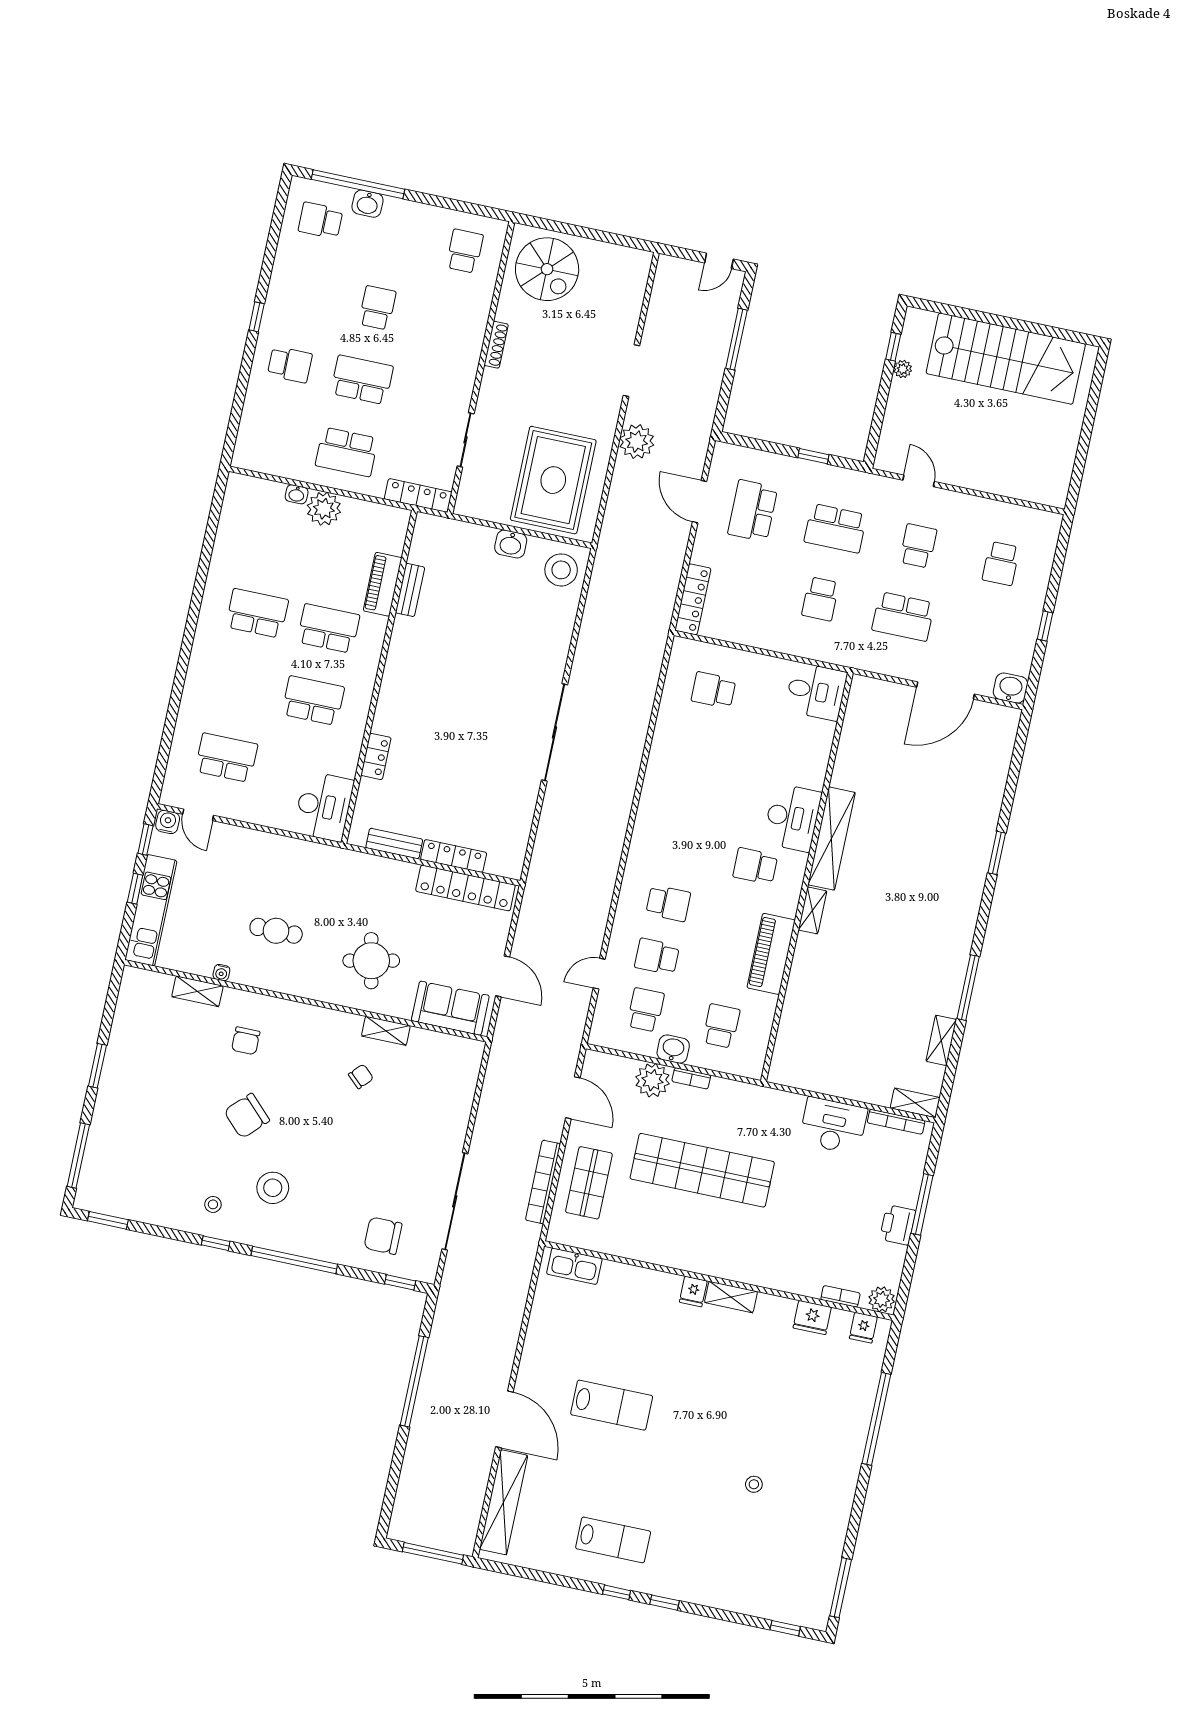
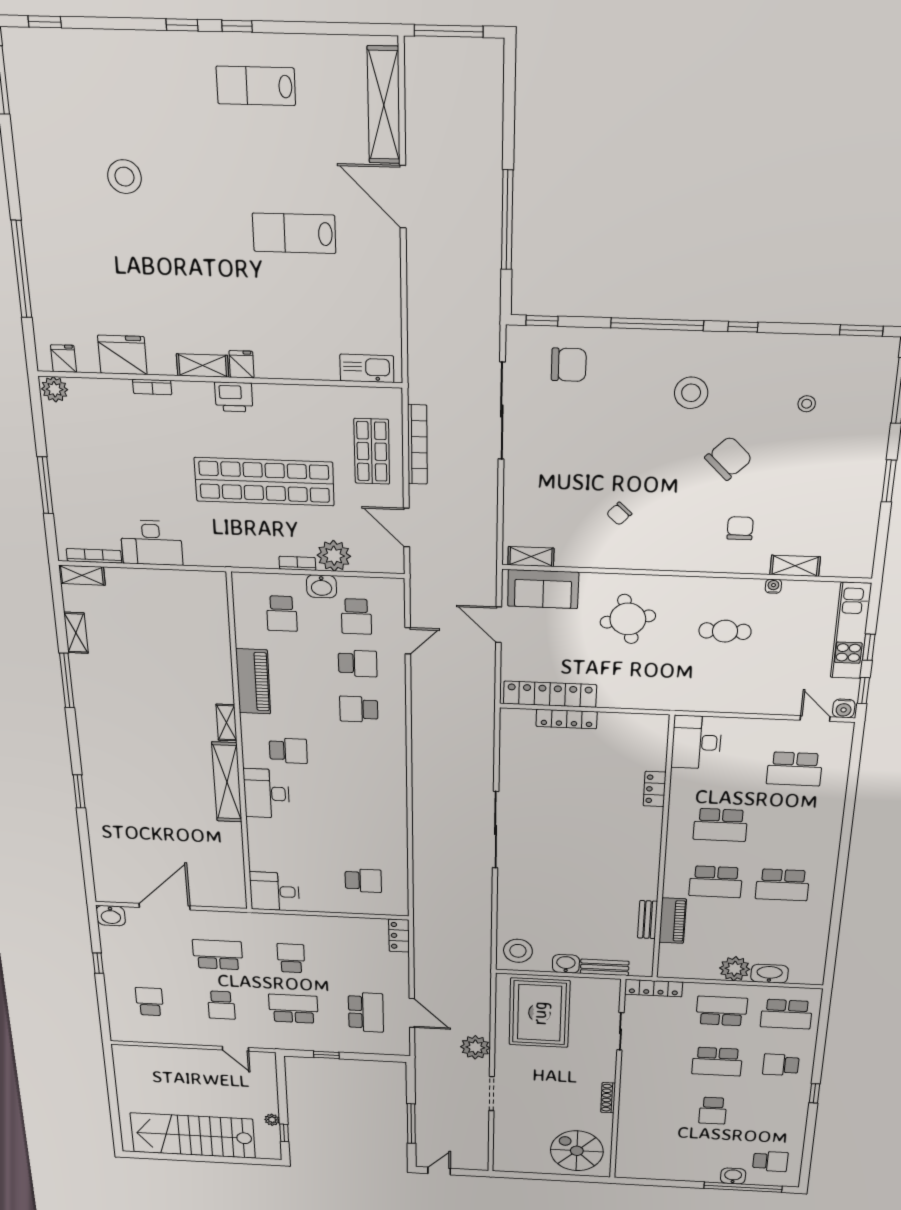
school desk: (465, 251) -> (786, 1014), moved, width x1.85
washbasin: (297, 494) -> (770, 974), width x1.91, depth x1.45
locker: (693, 599) -> (399, 936), width x0.66
bench: (394, 844) -> (605, 967), moved
shelving: (386, 1031) -> (531, 557), moved
stool: (213, 1204) -> (807, 404), moved
printer: (898, 1225) -> (234, 397), moved, turned 90
bookcase: (840, 1296) -> (152, 387), moved
fridge: (812, 1317) -> (122, 355), width x1.36, depth x1.34
stool: (754, 1484) -> (124, 177), width x1.89, depth x1.89

